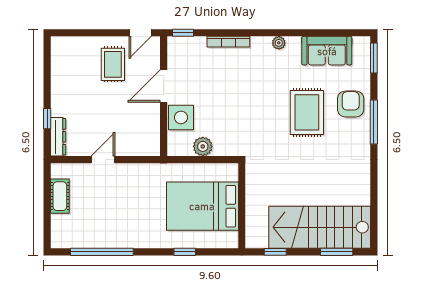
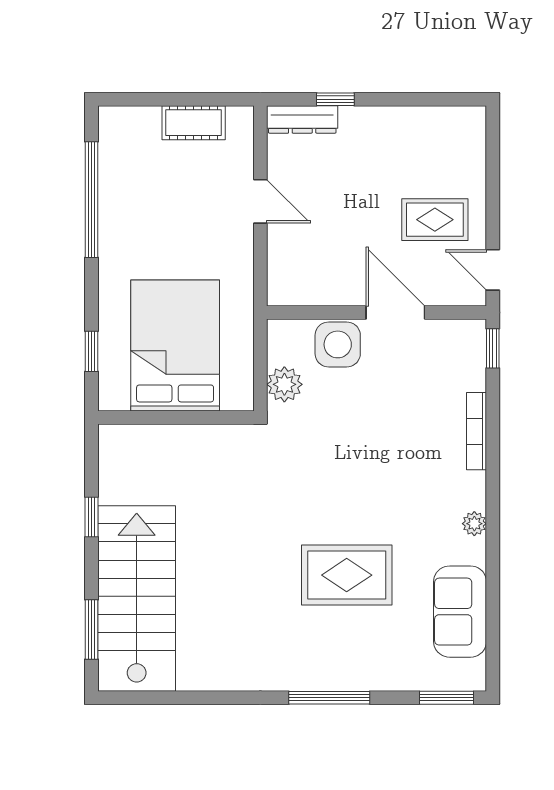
armchair: (351, 104) -> (362, 655), removed
bed: (202, 206) -> (175, 346), moved
wall: (242, 206) -> (176, 418), moved

